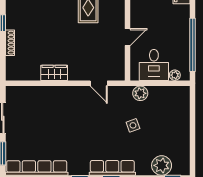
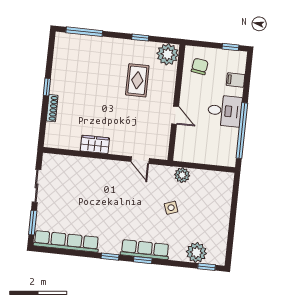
door: (127, 37) -> (175, 115), hinge flipped
desk: (154, 65) -> (225, 111), moved, turned -90
plant: (175, 75) -> (220, 160), removed

